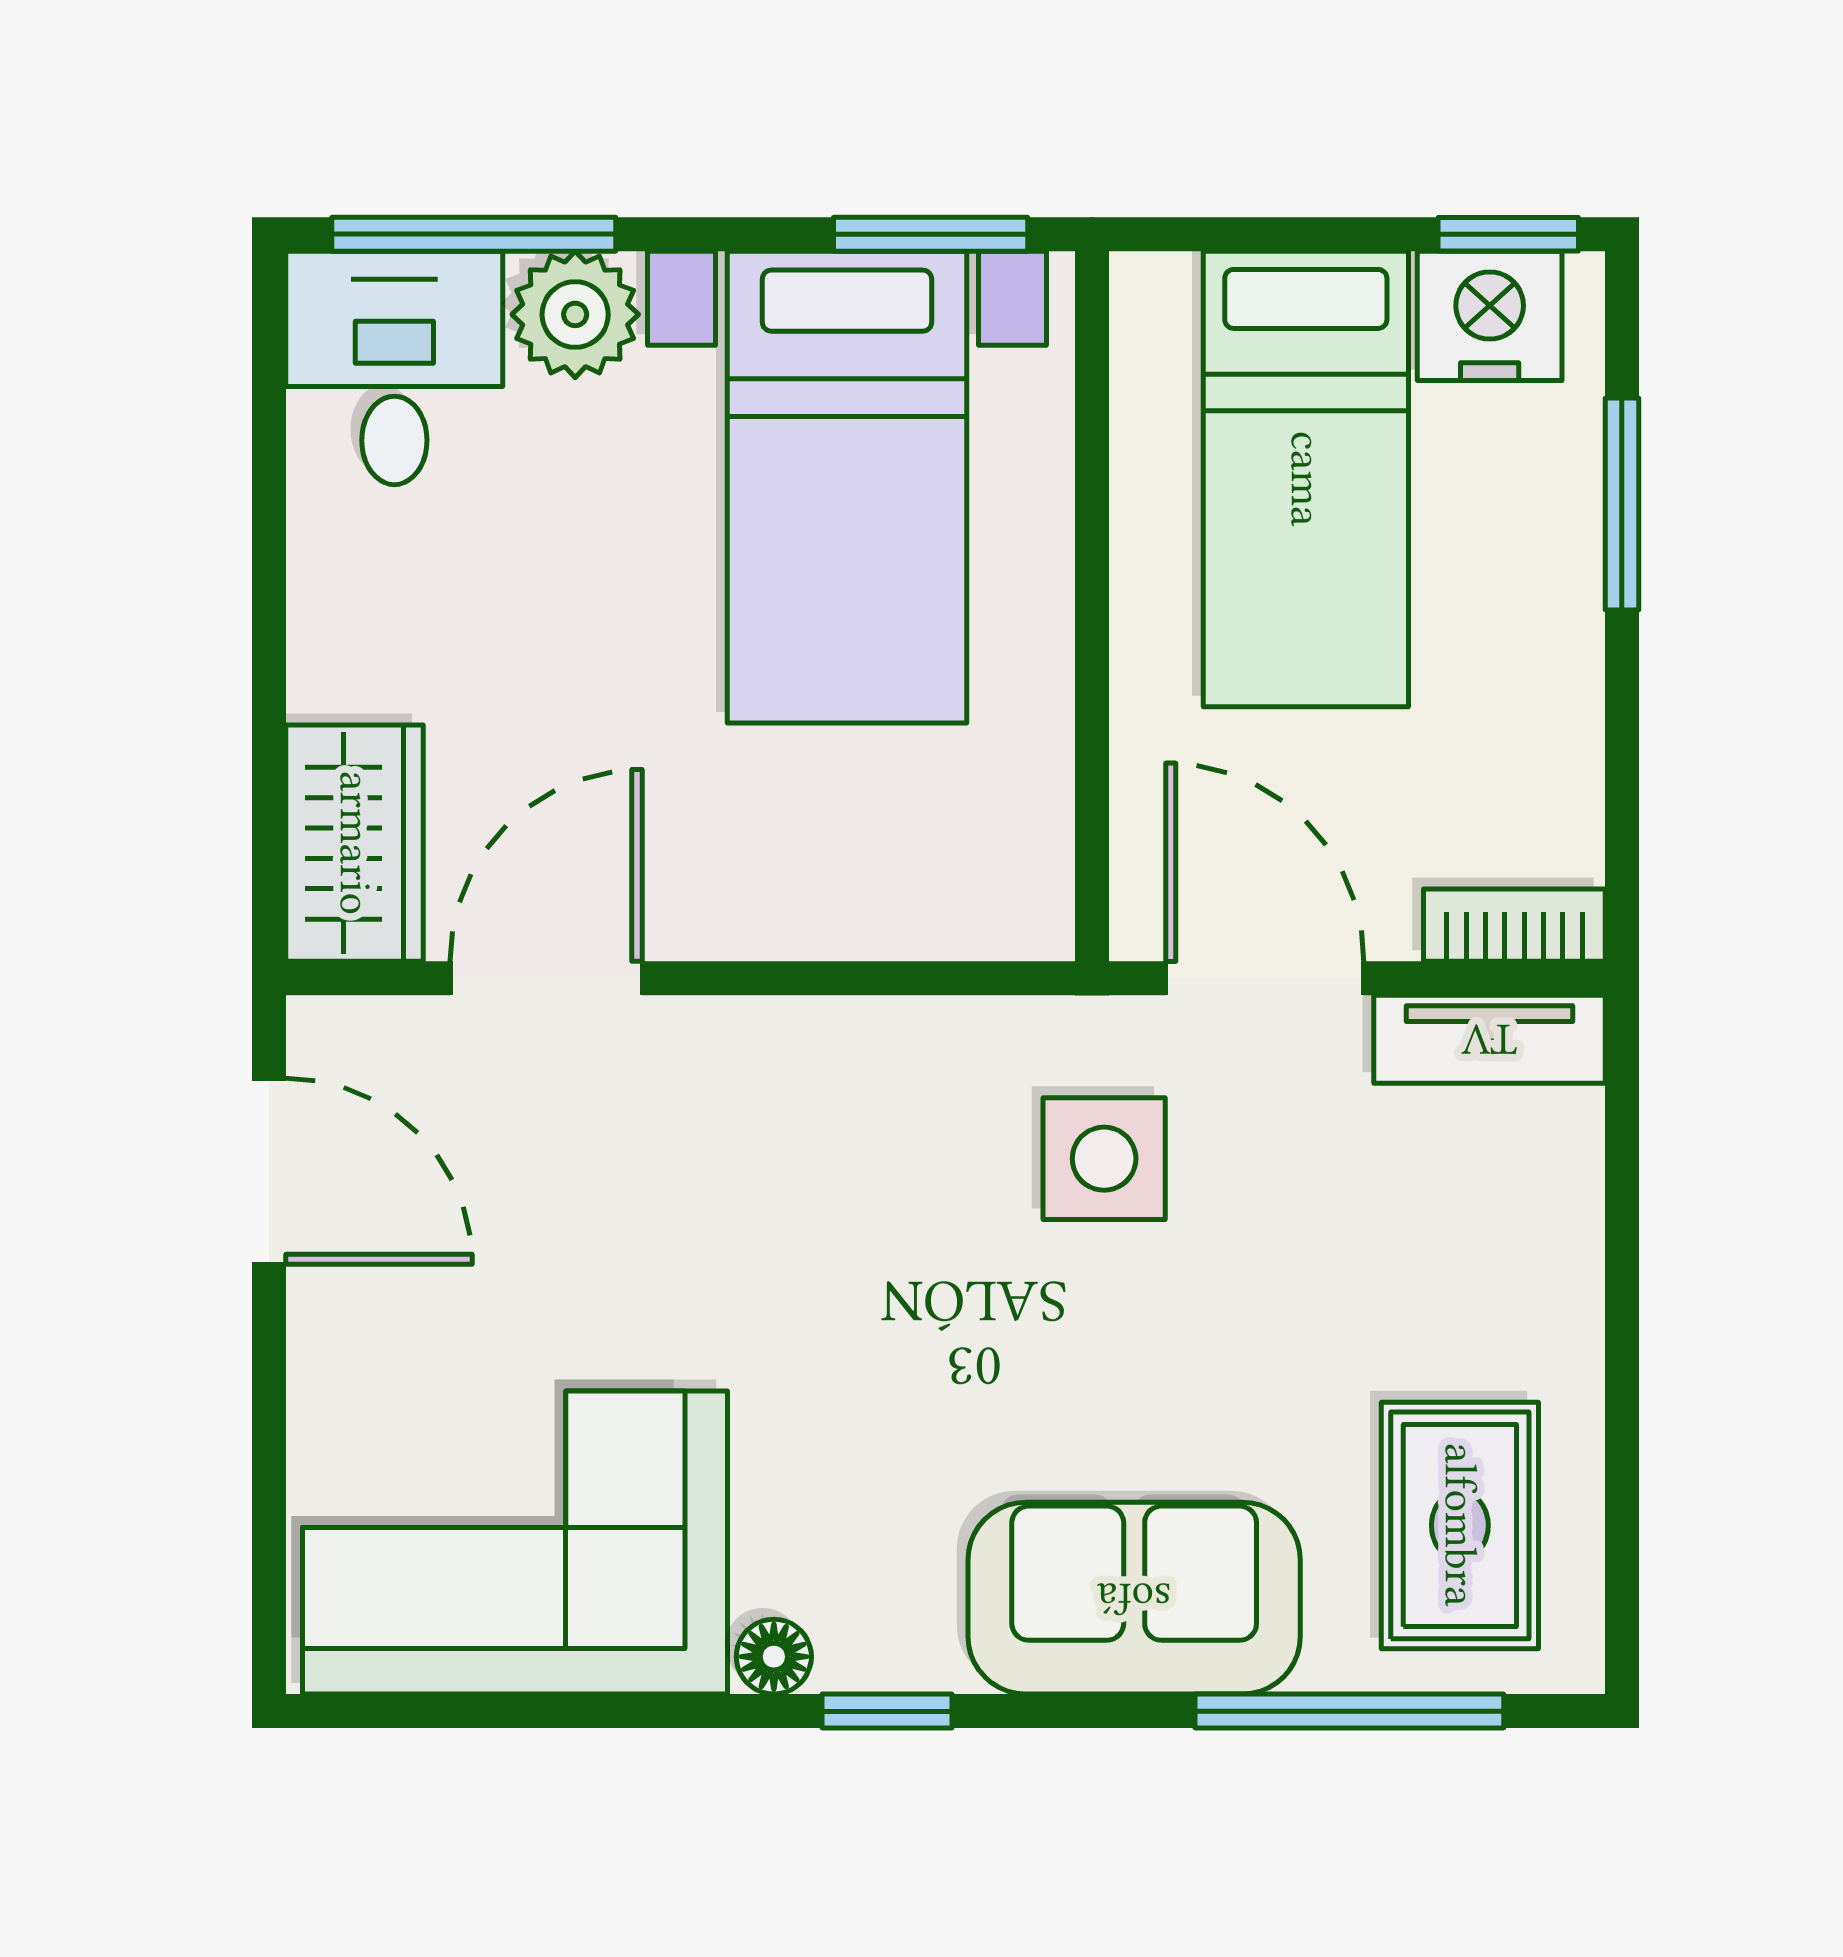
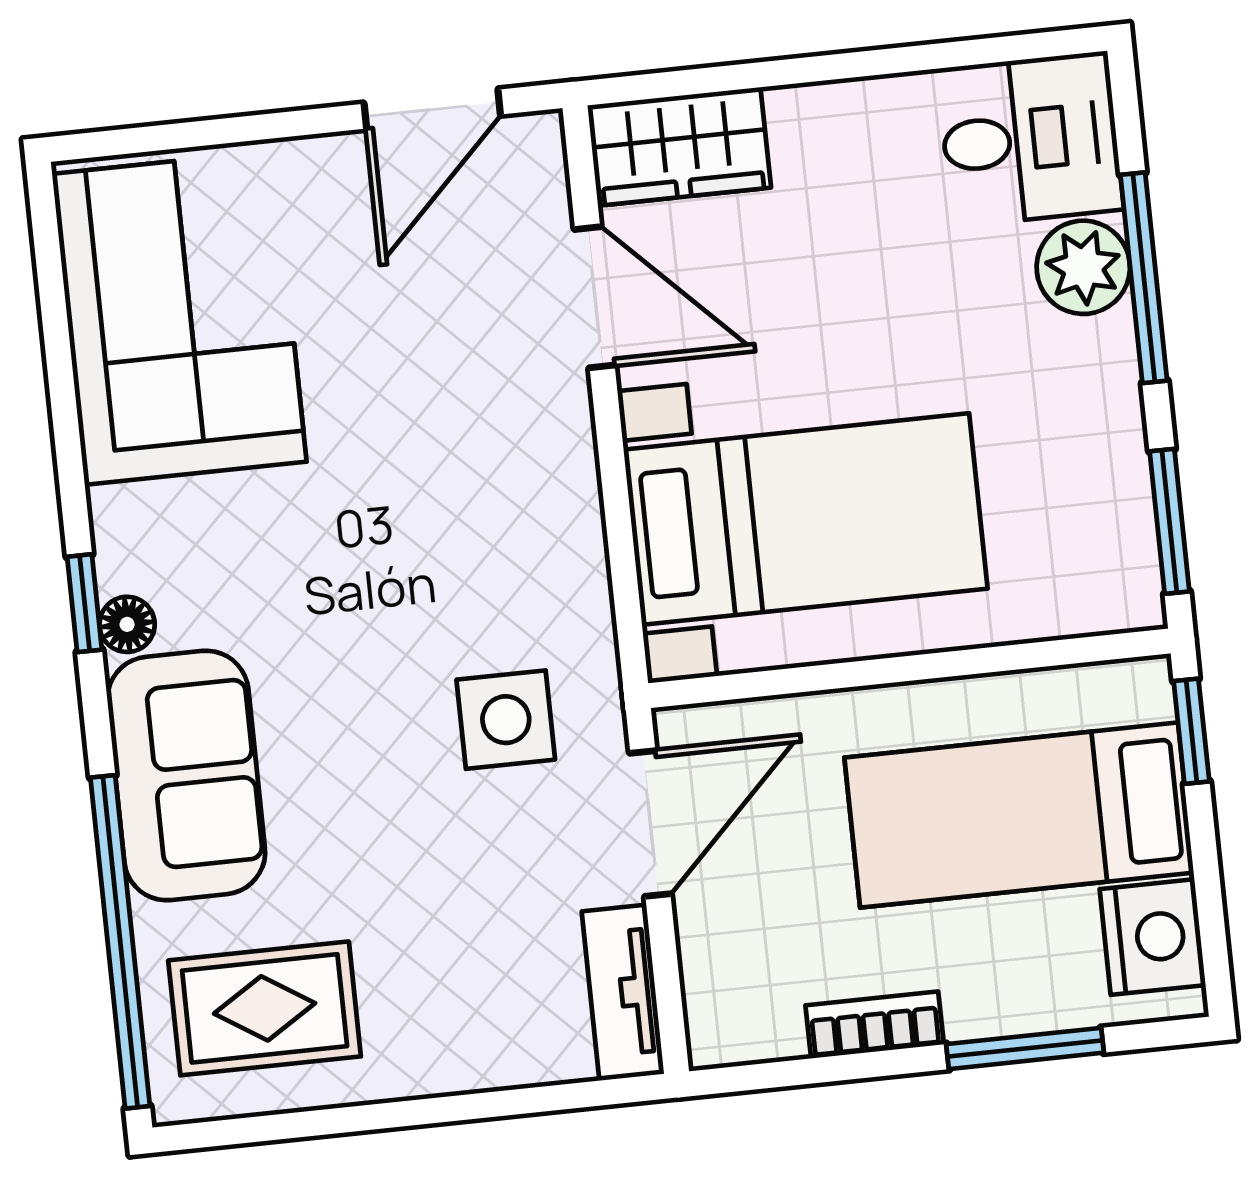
window: (474, 234) -> (1144, 278), moved
window: (1508, 234) -> (1191, 731), moved
bed with nightstands: (847, 487) -> (806, 519), moved, turned 180
bookcase: (1514, 925) -> (875, 1025), moved, turned -90
floor lamp: (774, 1657) -> (127, 624), moved
window: (1349, 1711) -> (120, 942), width x1.46

